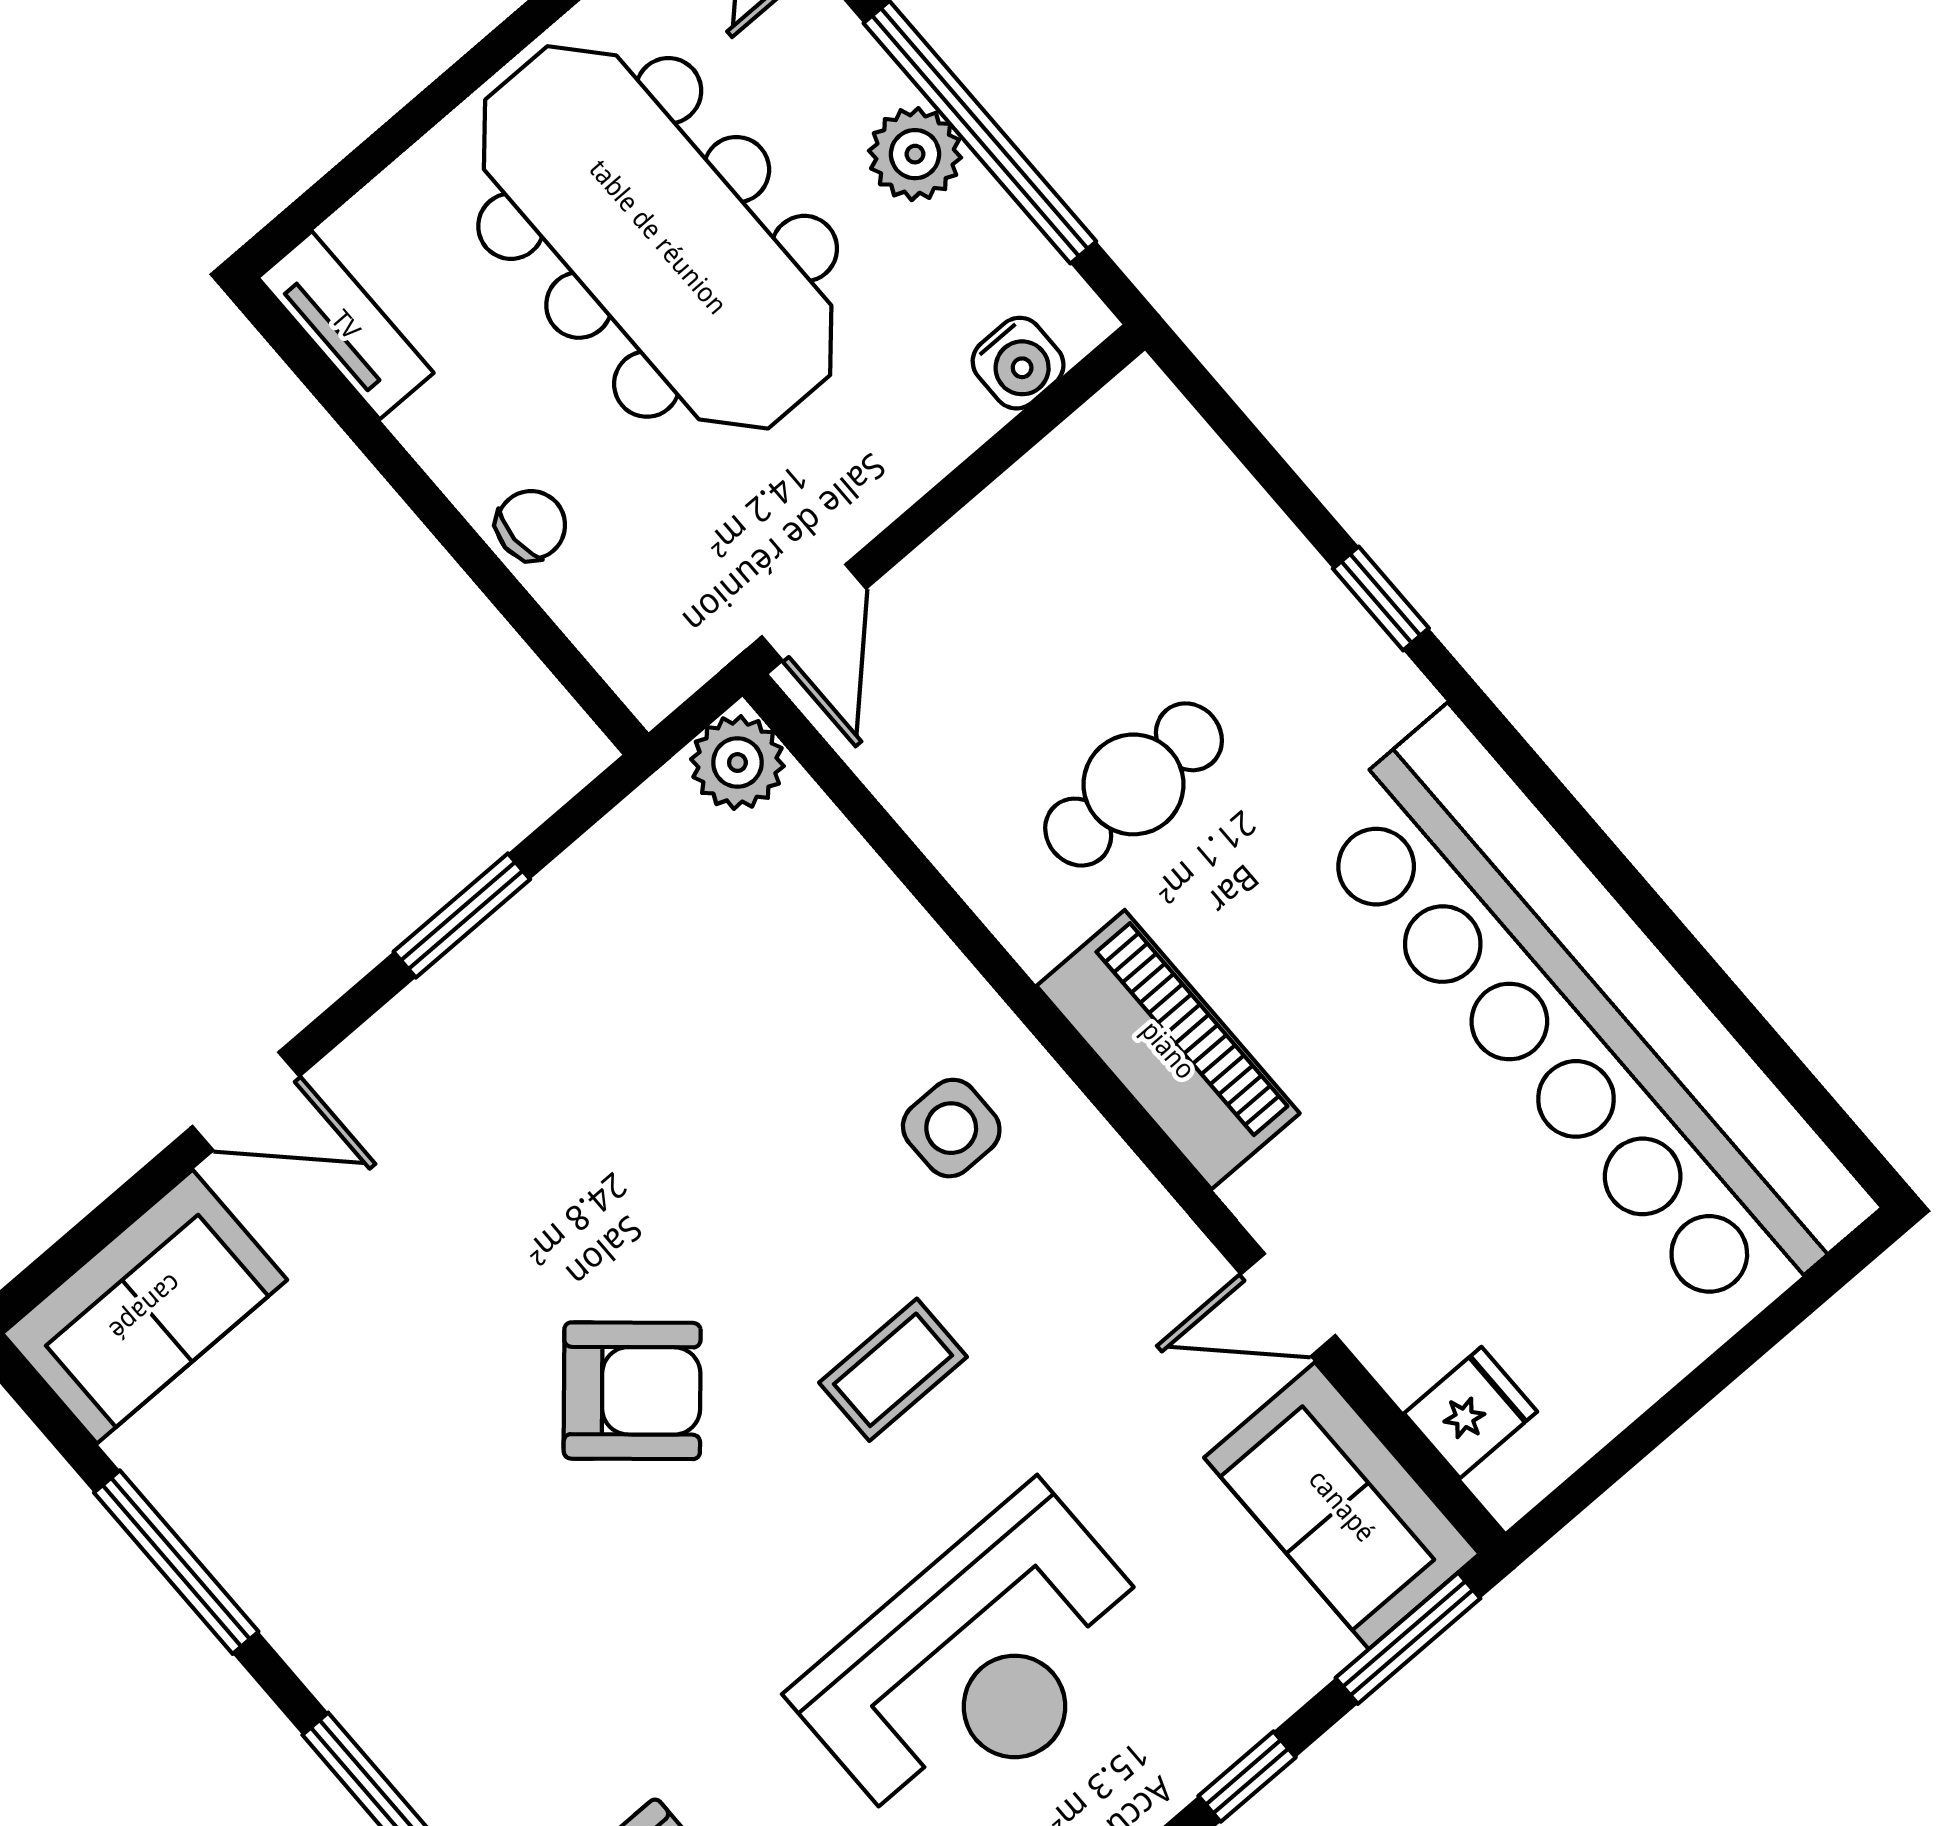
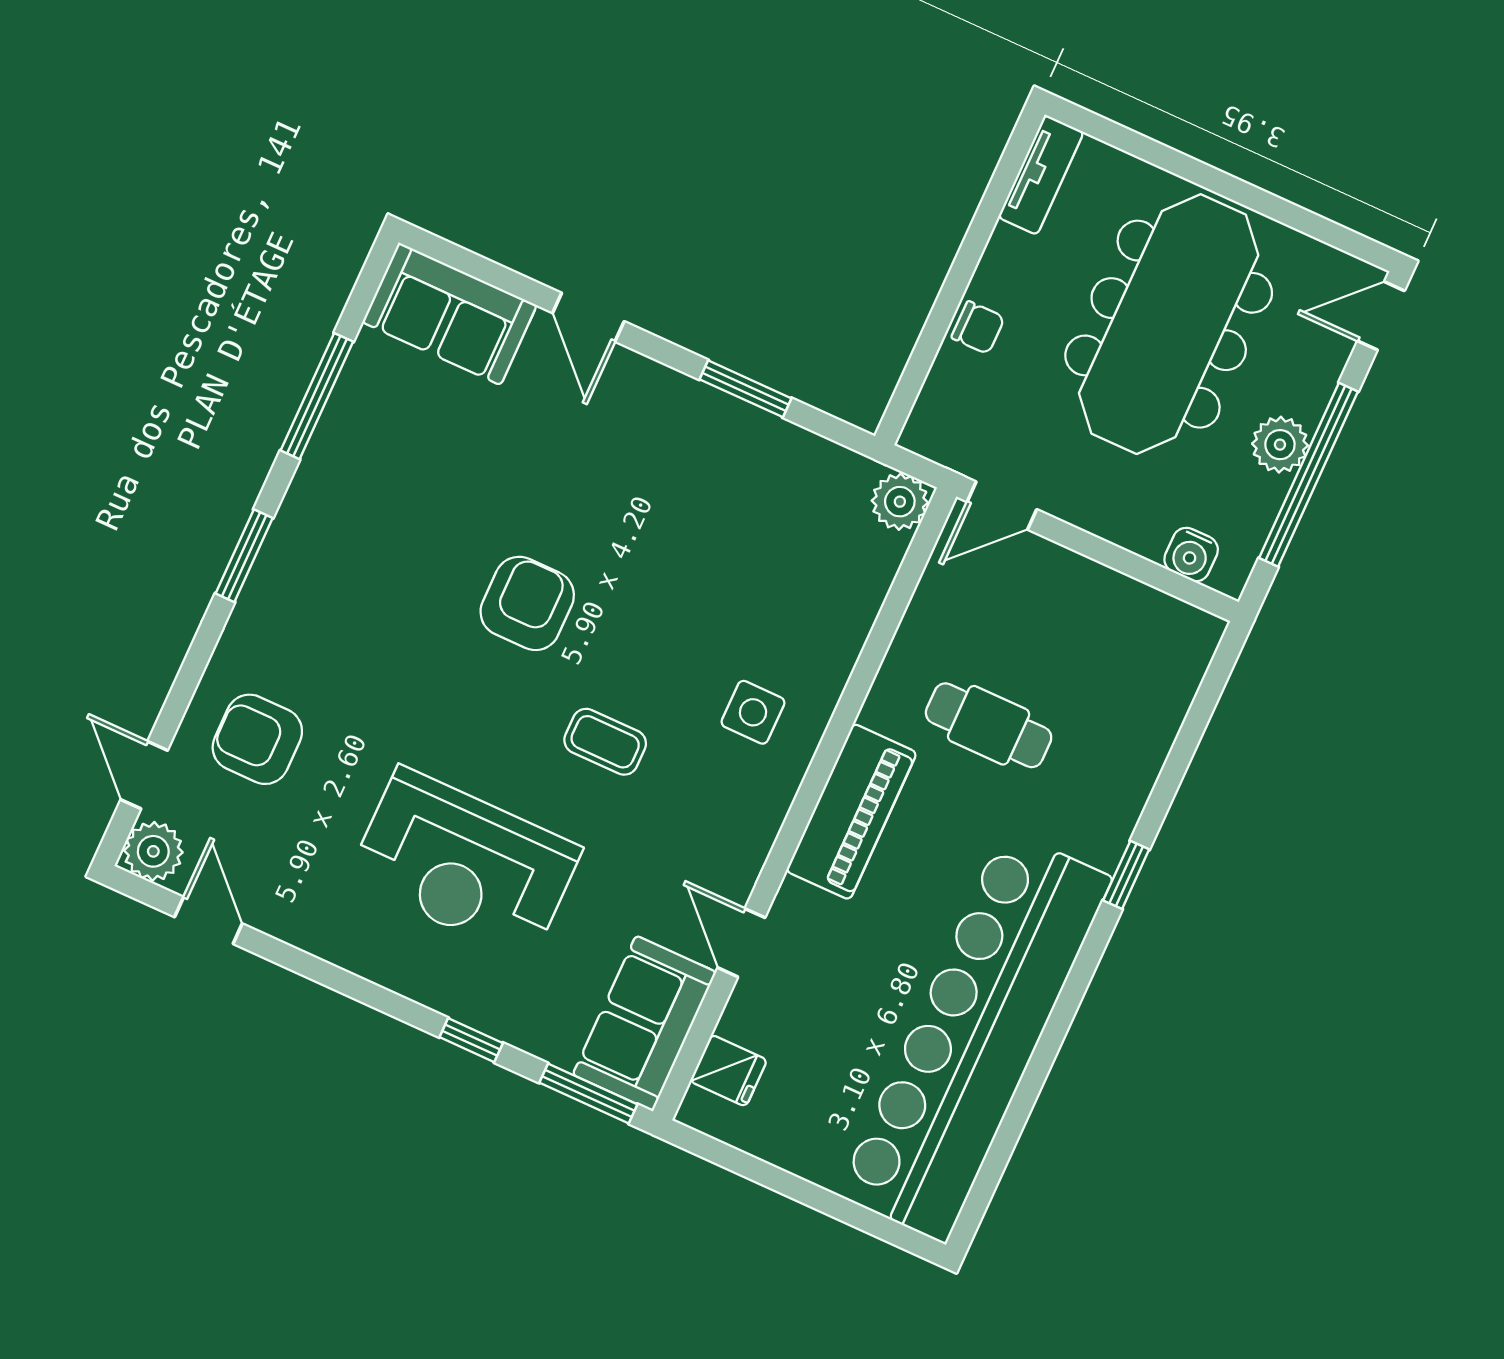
window: (1381, 598) -> (1126, 875), moved
armchair: (632, 1391) -> (527, 603), turned -131

